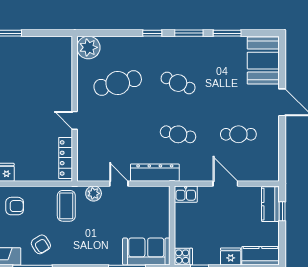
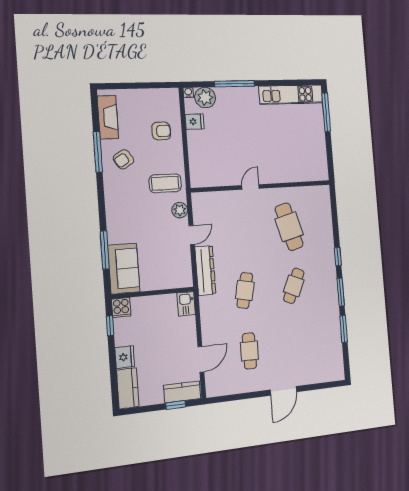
plant: (88, 47) -> (320, 196), removed
booth: (263, 61) -> (321, 367), removed
locker: (66, 158) -> (213, 180), removed
door: (225, 184) -> (201, 359), moved
armchair: (15, 206) -> (161, 131), turned -90

